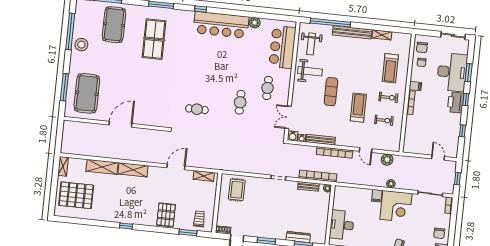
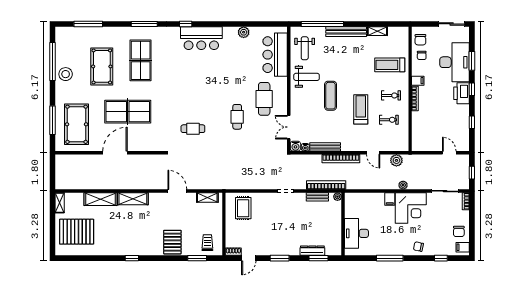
pool table: (114, 25) -> (102, 66), moved
bar counter: (221, 25) -> (201, 38), width x0.73
treadmill: (390, 68) -> (390, 65), turned 90
table tennis table: (137, 86) -> (128, 112), added
cafe table: (268, 88) -> (264, 99), width x1.37, depth x1.35
door: (176, 167) -> (177, 191), hinge flipped

